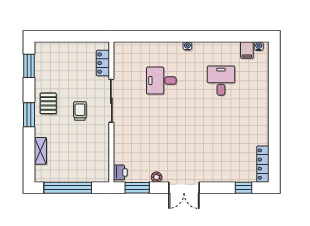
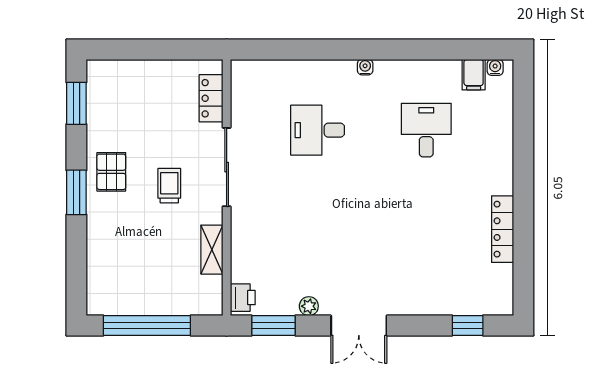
shelving: (40, 151) -> (212, 250), moved
locker: (263, 164) -> (503, 229), moved

